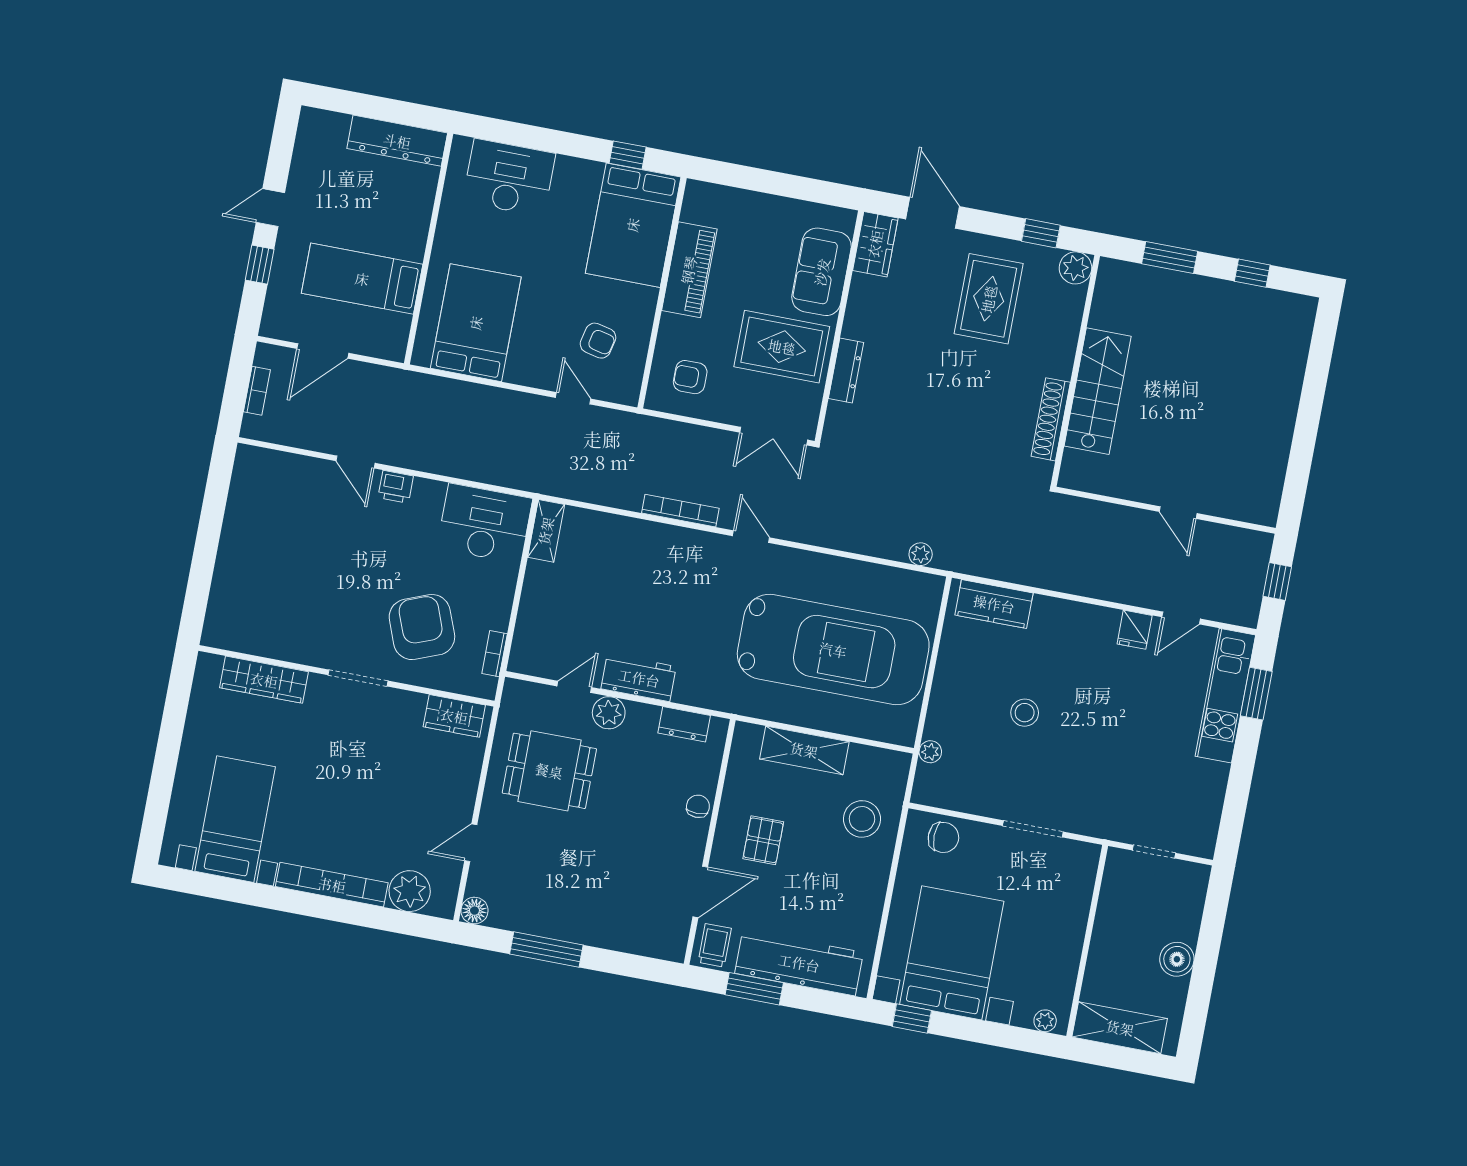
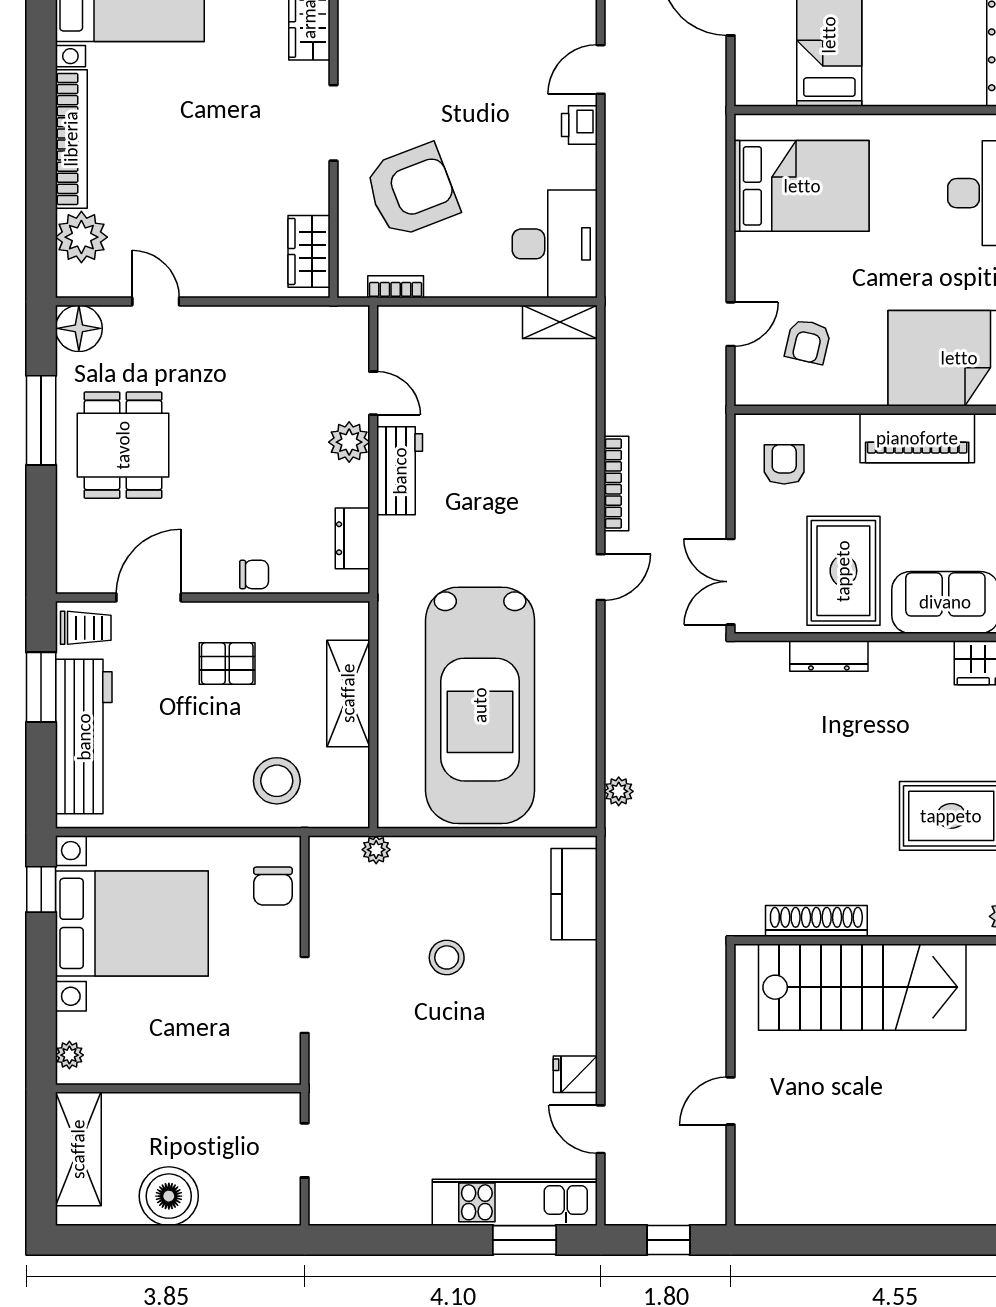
stairs: (1098, 391) -> (862, 987), width x1.36, depth x1.51
dining table: (549, 771) -> (123, 445), moved
door: (700, 892) -> (149, 597), swing flipped
floor lamp: (474, 911) -> (79, 328), width x1.38, depth x1.38
boiler: (1177, 959) -> (169, 1196), width x1.37, depth x1.37

